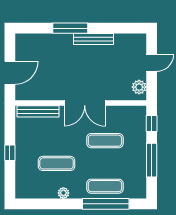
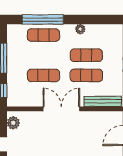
exercise mat: (57, 141) -> (86, 75), added

